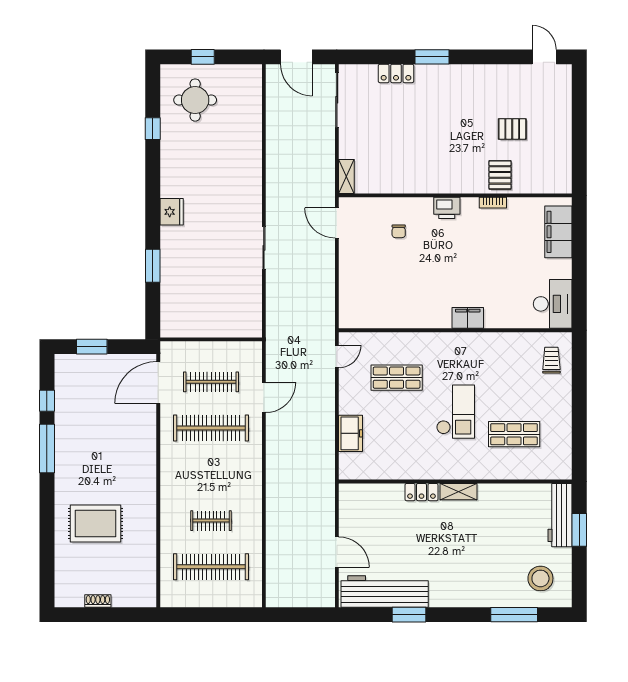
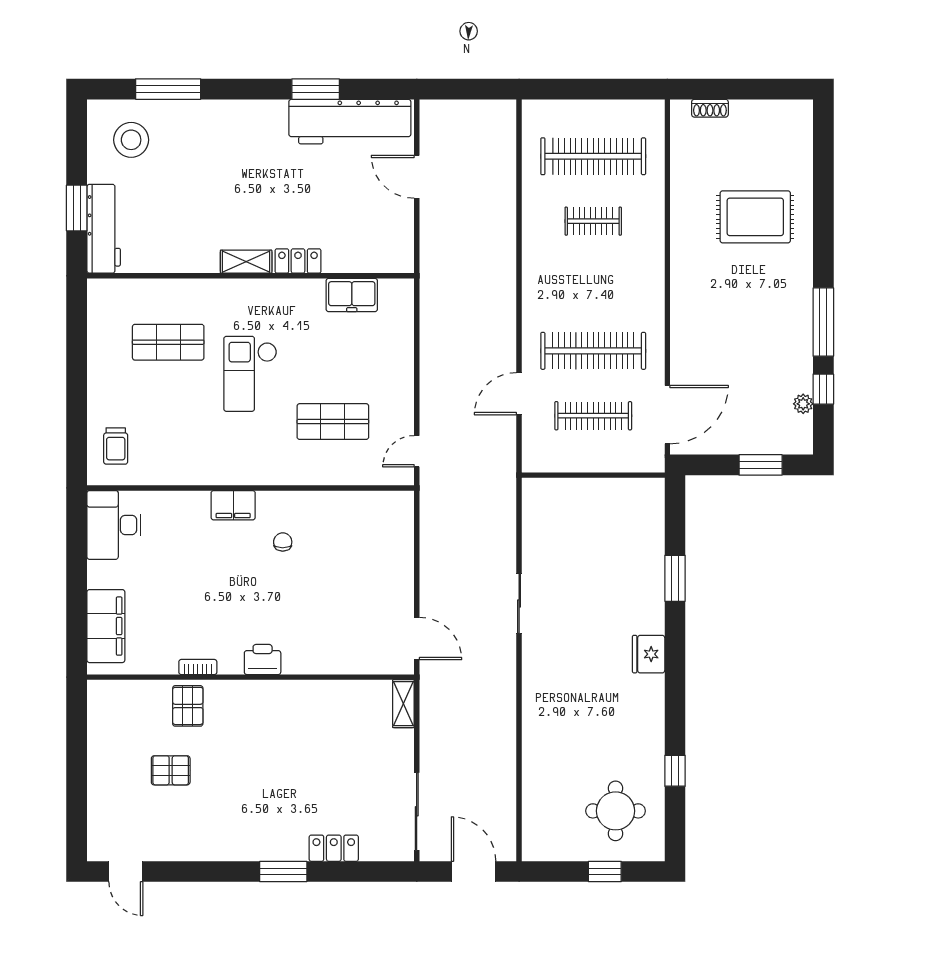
chair: (399, 231) -> (283, 542), moved
plant: (61, 390) -> (803, 404), added
freezer: (351, 433) -> (352, 295), moved, turned -90
shoe rack: (98, 601) -> (710, 108), moved

